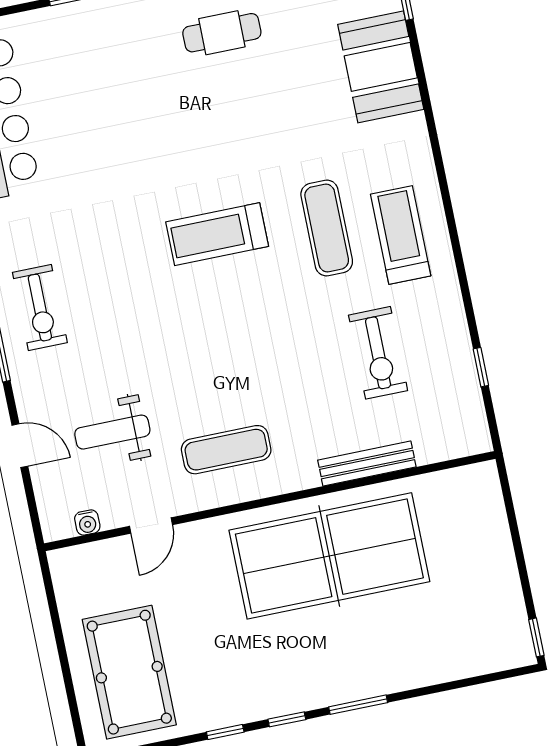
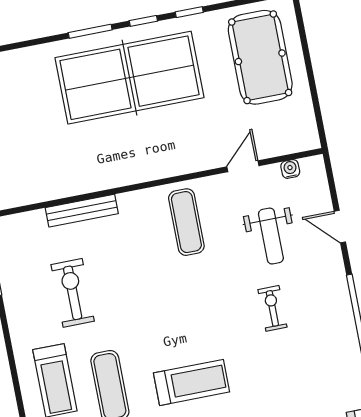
exercise bike: (40, 308) -> (272, 308), moved, width x0.73, depth x0.72
weight bench: (112, 432) -> (271, 236), turned 90
exercise mat: (226, 450) -> (186, 222), turned 90
table tennis table: (329, 556) -> (129, 78), moved

